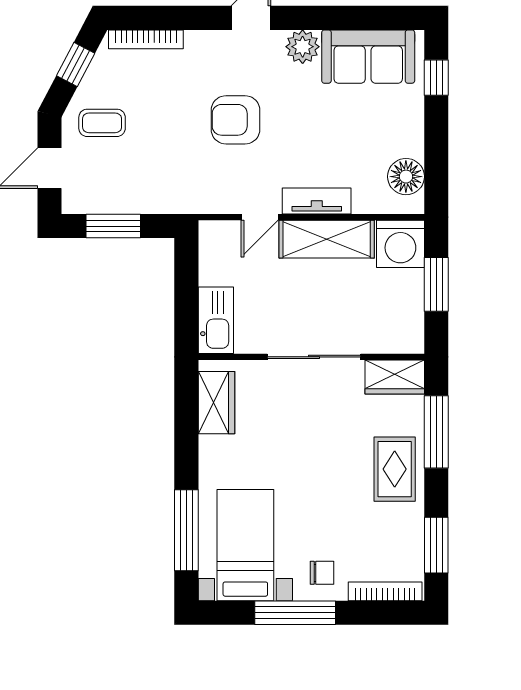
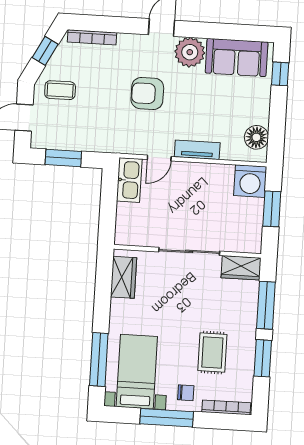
plant: (303, 47) -> (190, 52), width x1.36, depth x1.36
shelving: (327, 239) -> (202, 175), removed
kitchen sink: (216, 320) -> (129, 180), moved
rug: (395, 469) -> (212, 353), moved
window: (436, 545) -> (263, 358), moved

